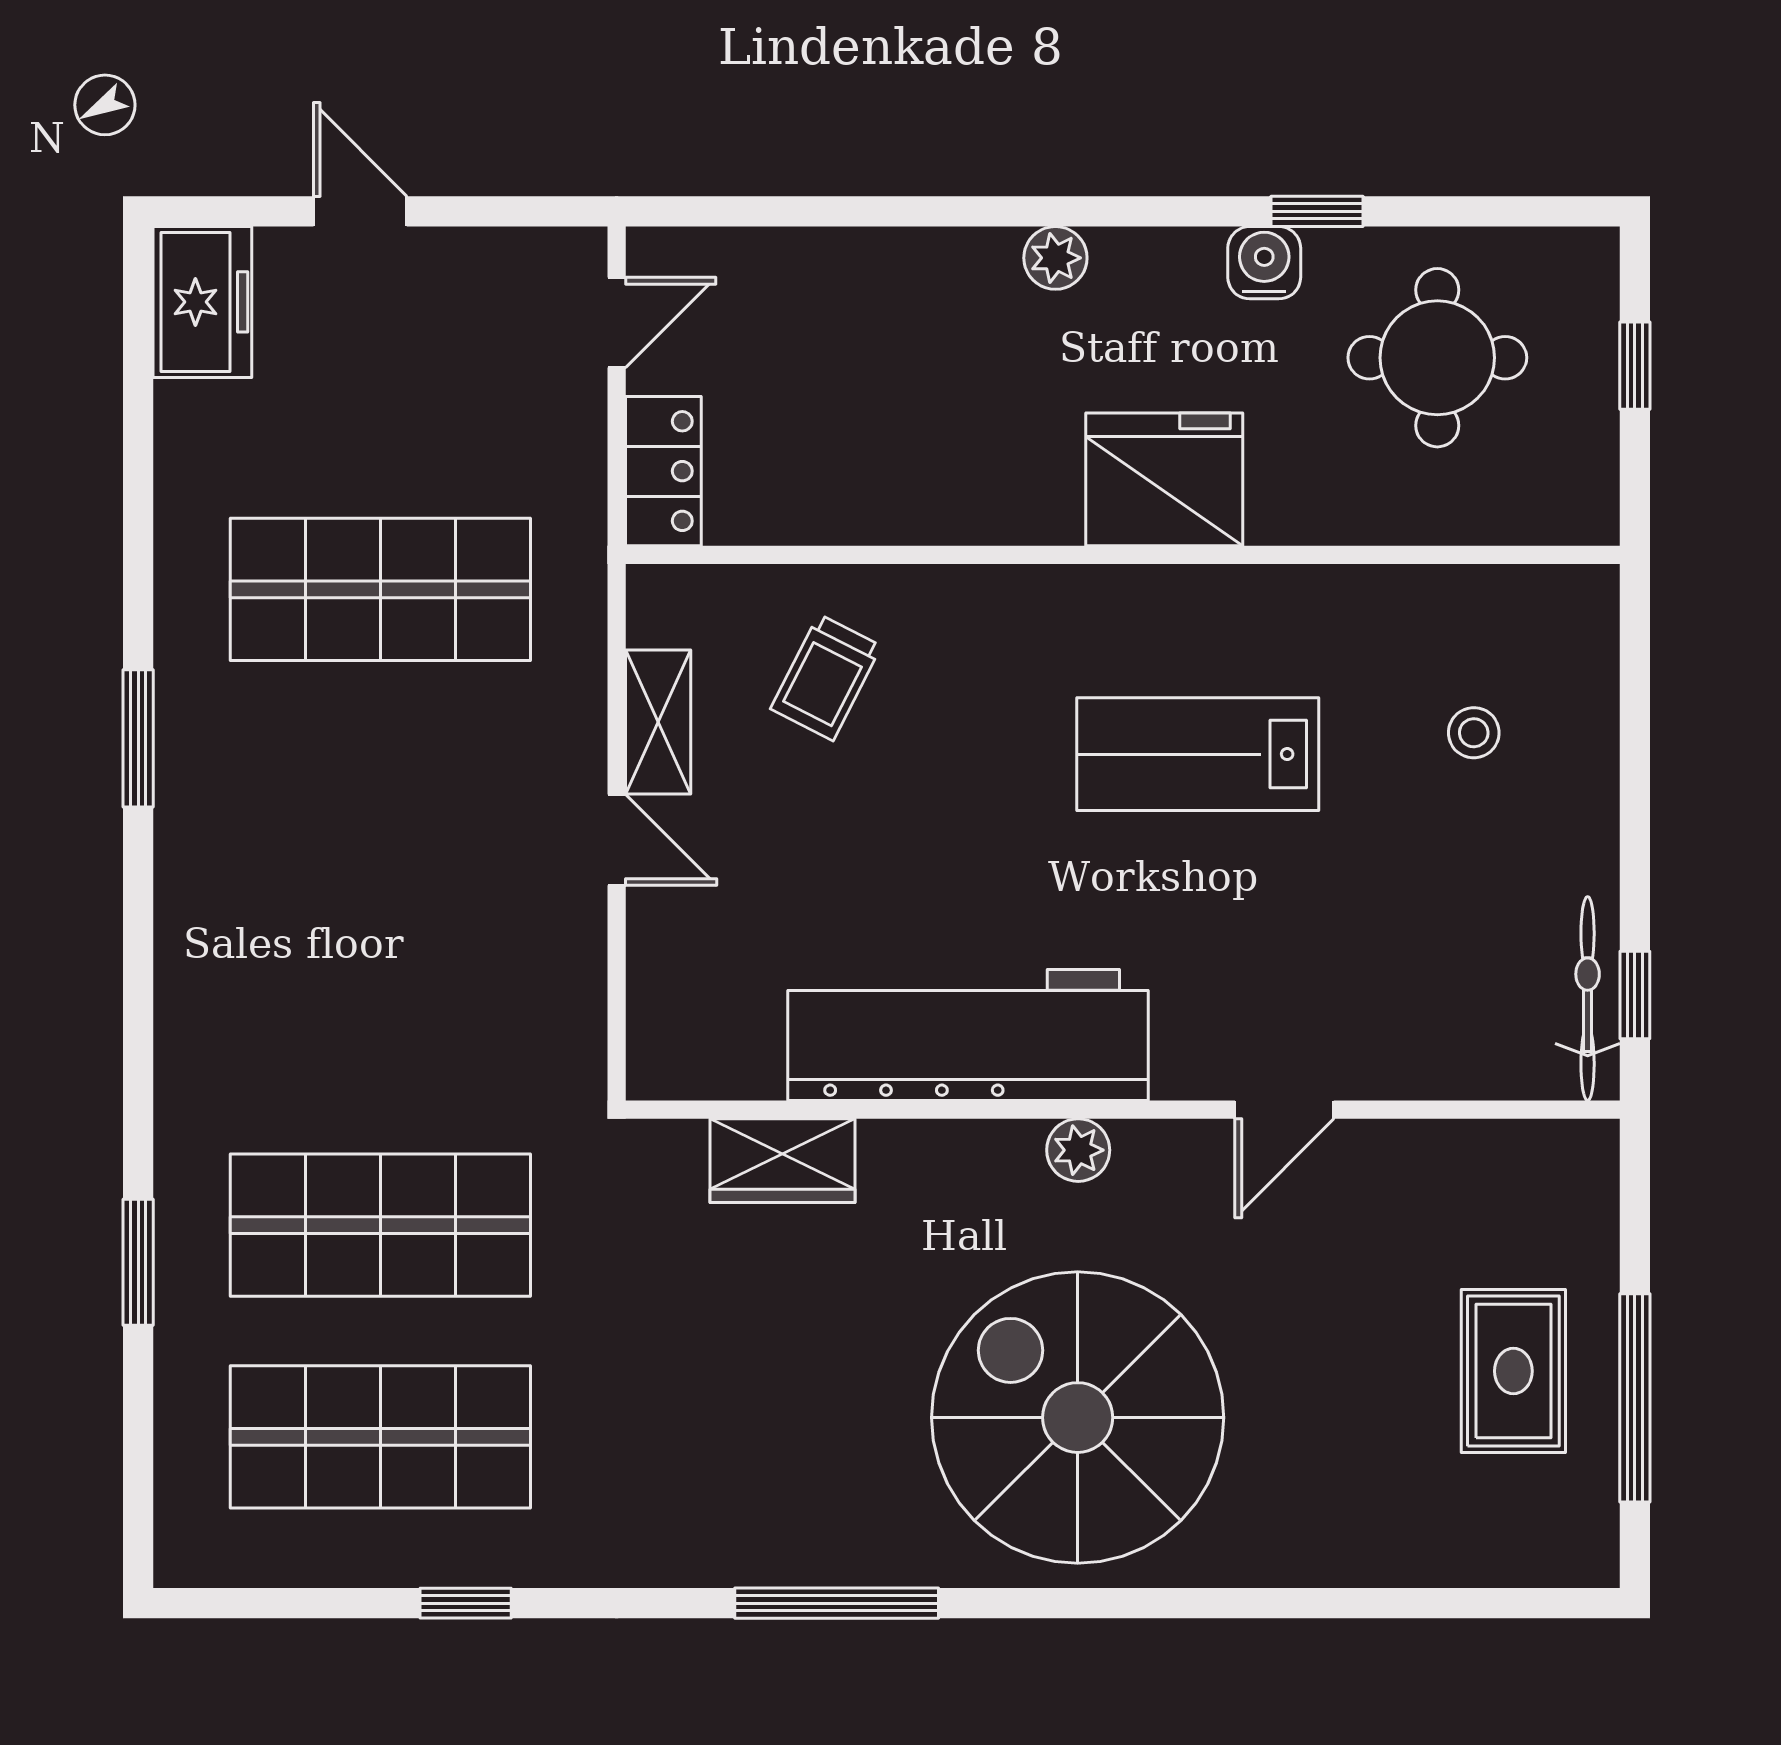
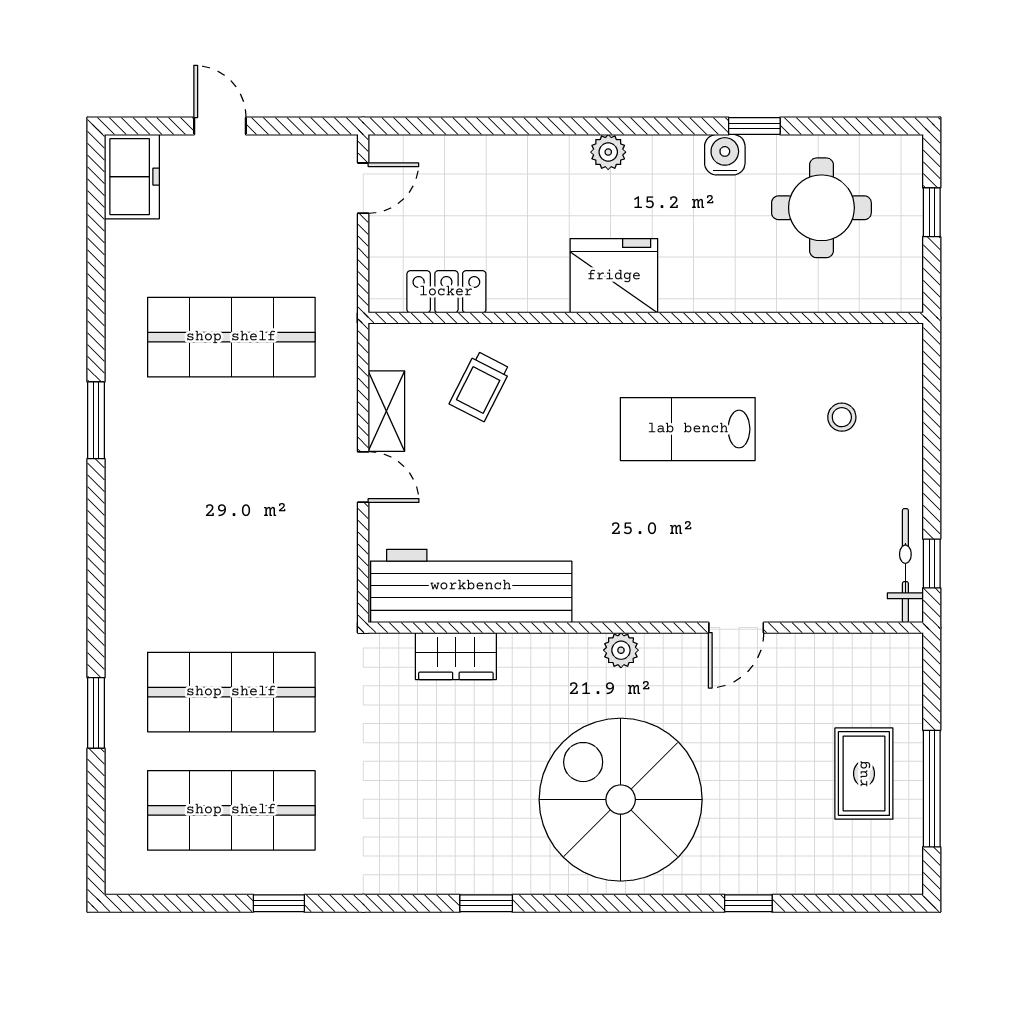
locker: (663, 471) -> (446, 292), moved, turned -90
fridge: (1164, 479) -> (614, 276), moved
workbench: (968, 1035) -> (471, 586), moved
window: (837, 1603) -> (486, 903), width x0.46
window: (1306, 1603) -> (748, 903), added

